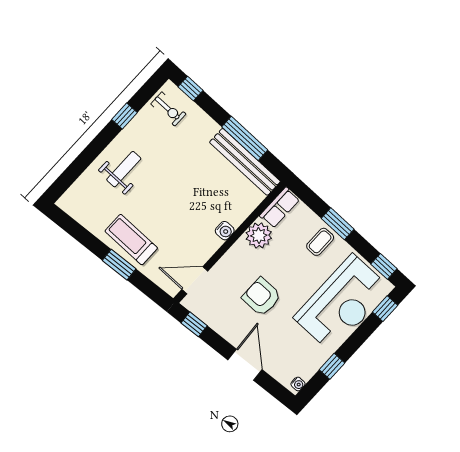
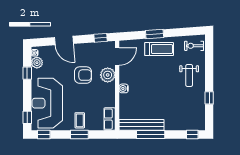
exercise bike: (168, 109) -> (194, 46), moved
plant: (259, 235) -> (108, 75), moved
plant: (307, 368) -> (37, 63), added

